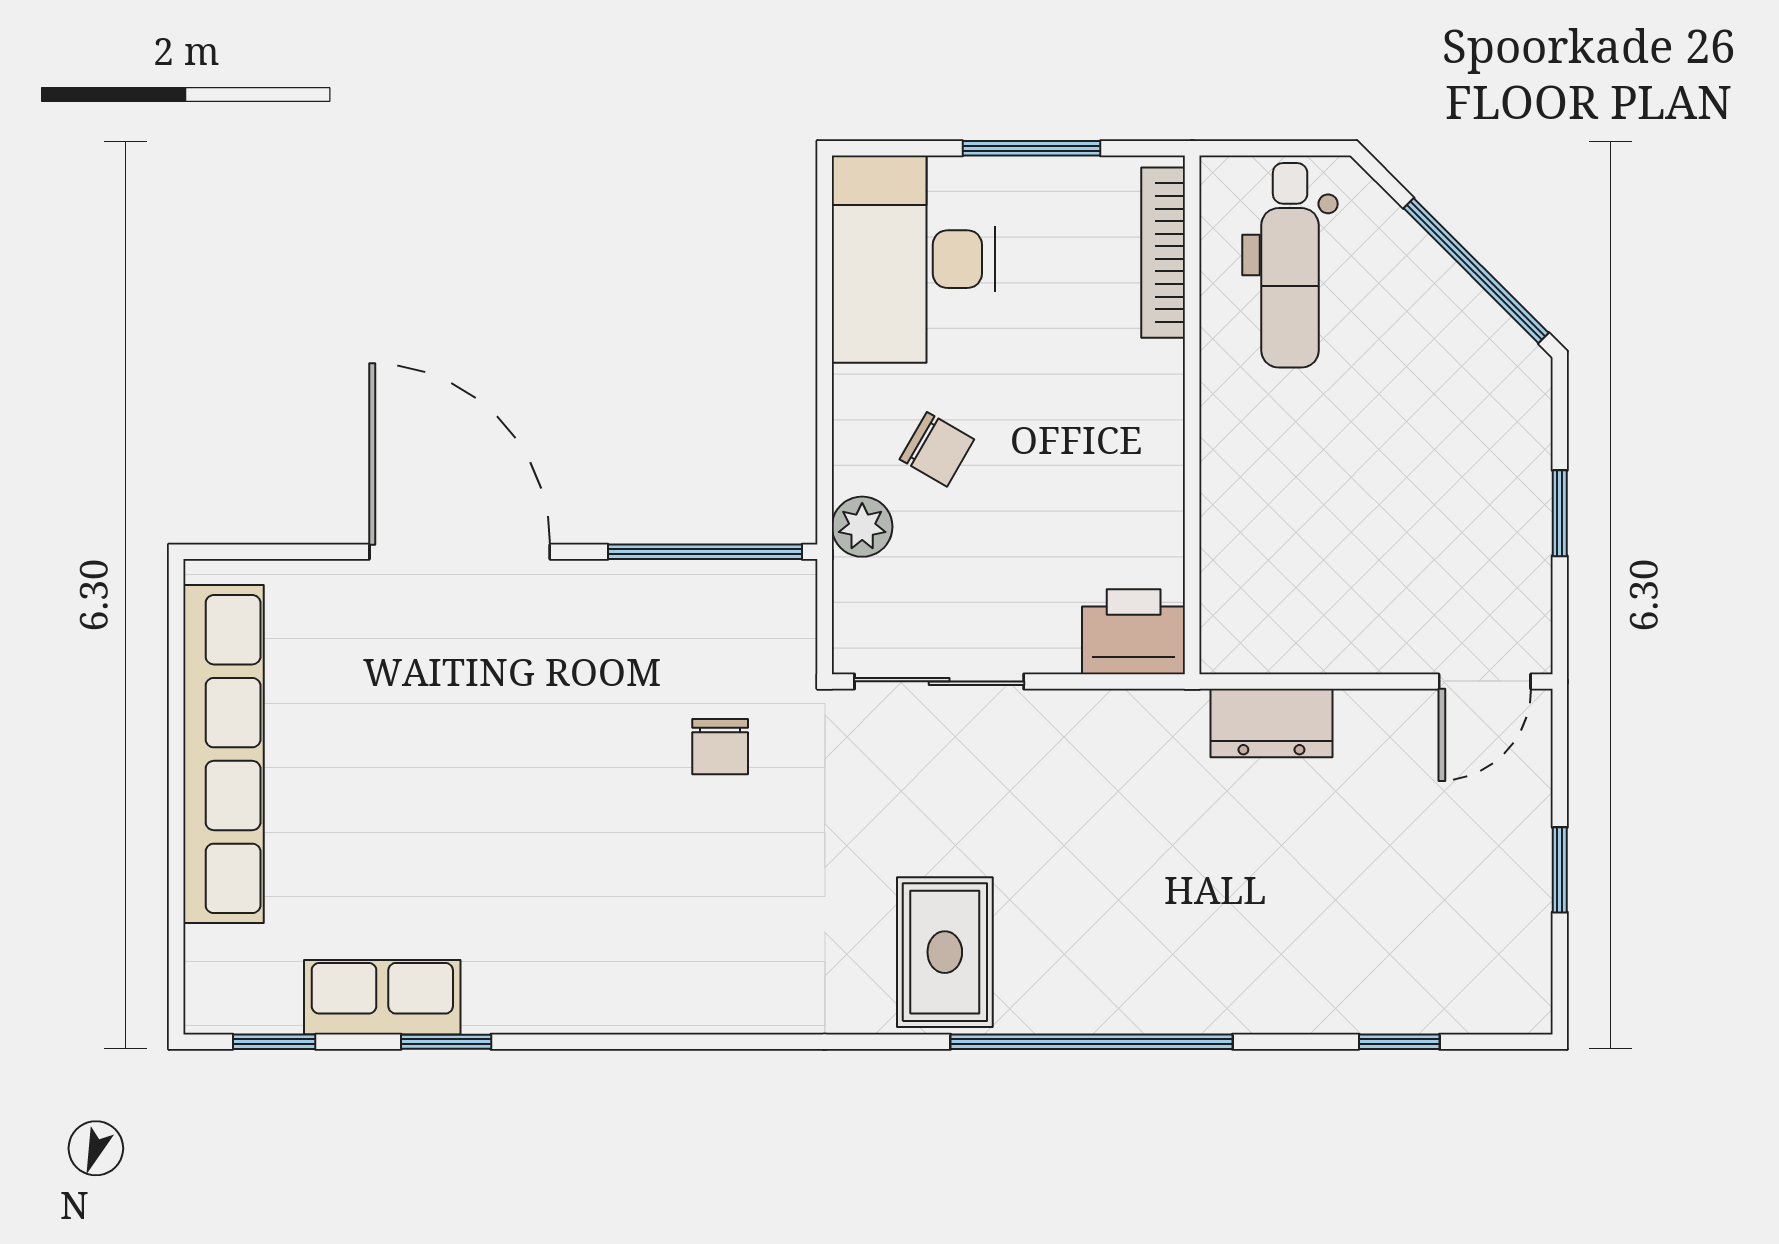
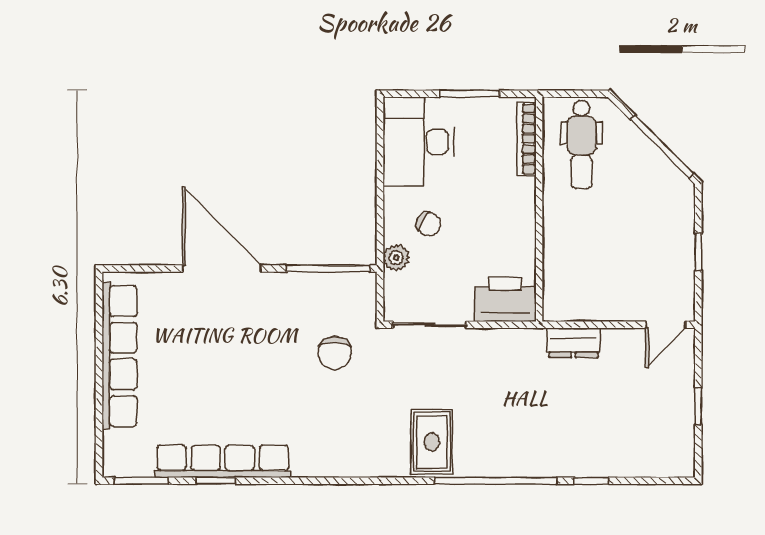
printer: (1134, 632) -> (505, 300), width x1.37, depth x1.19
chair: (720, 747) -> (335, 353), width x1.37, depth x1.37
row of seats: (382, 997) -> (223, 461), width x2.02
window: (274, 1042) -> (141, 481), width x1.50
window: (1399, 1042) -> (591, 481), moved

